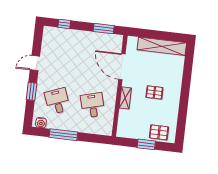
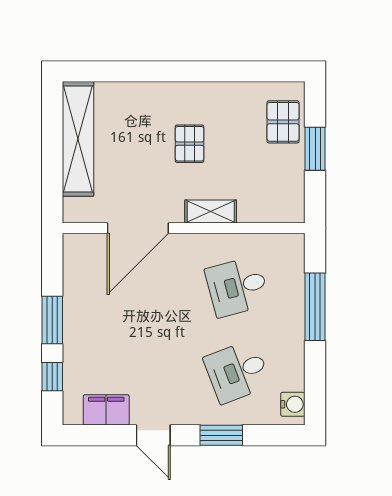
window: (104, 29) -> (52, 320), moved
filing cabinet: (48, 45) -> (106, 410), added
window: (63, 135) -> (315, 307), moved

